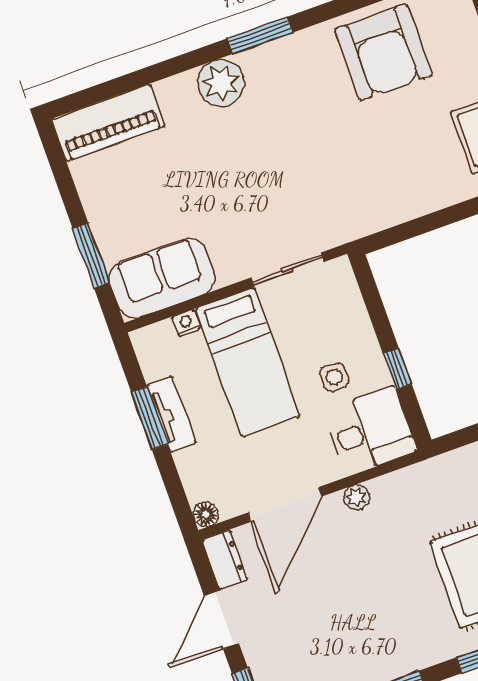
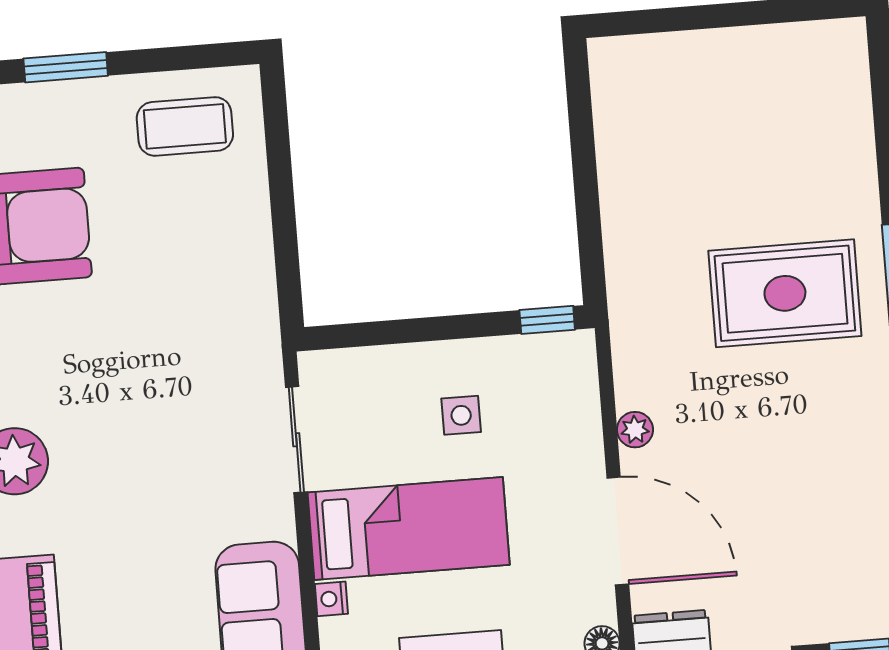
window: (397, 369) -> (547, 320), moved
desk: (370, 431) -> (549, 386), removed

